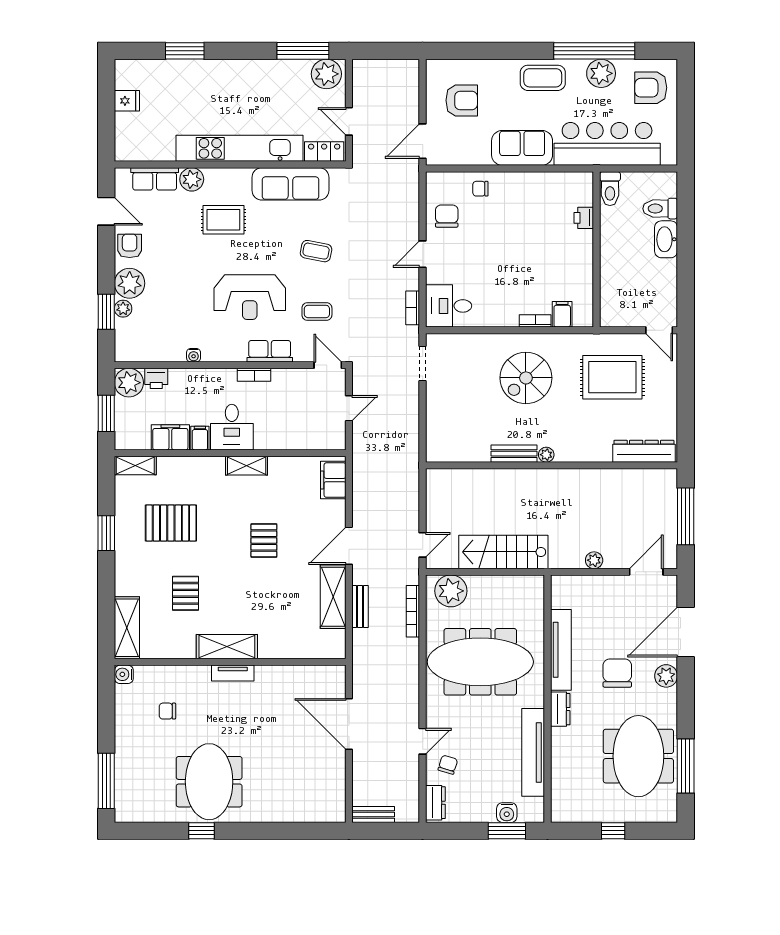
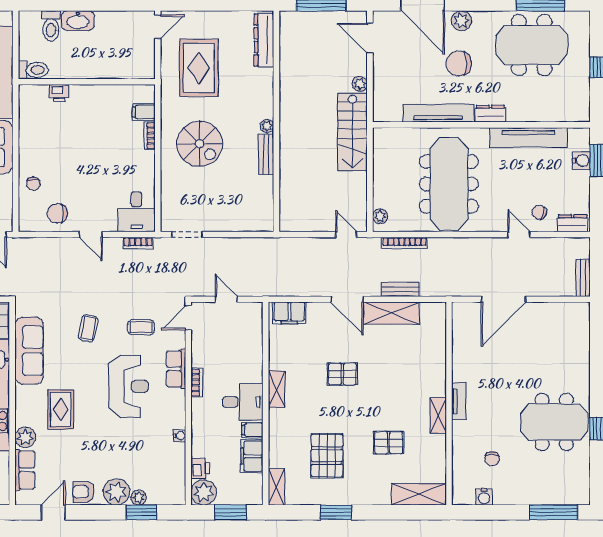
coffee table: (317, 311) -> (141, 327), turned 90
stairs: (503, 552) -> (352, 132), moved
plant: (451, 591) -> (380, 216), width x0.53, depth x0.53
shelving: (227, 647) -> (438, 415), width x0.67, depth x0.75
water cooler: (124, 674) -> (484, 497), moved

